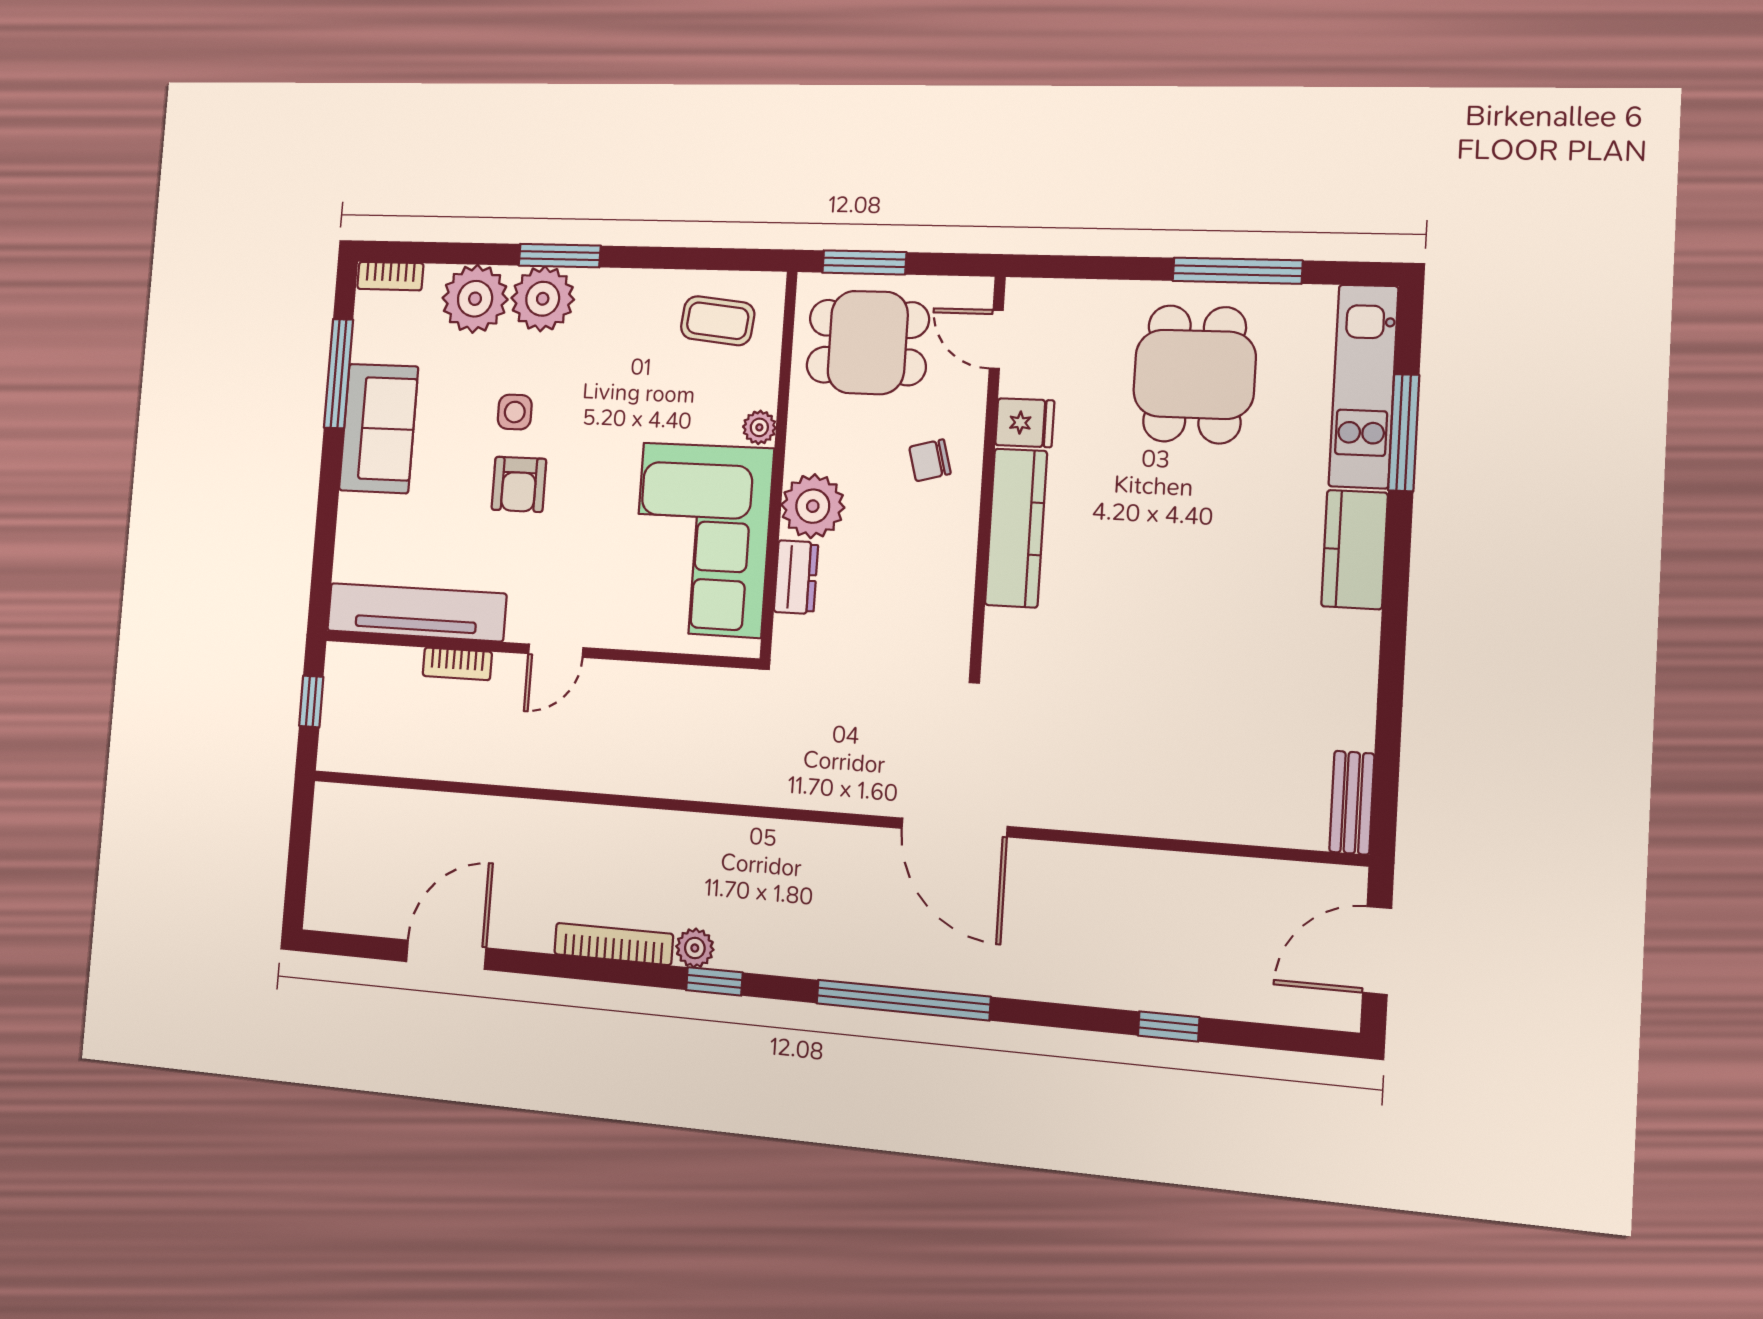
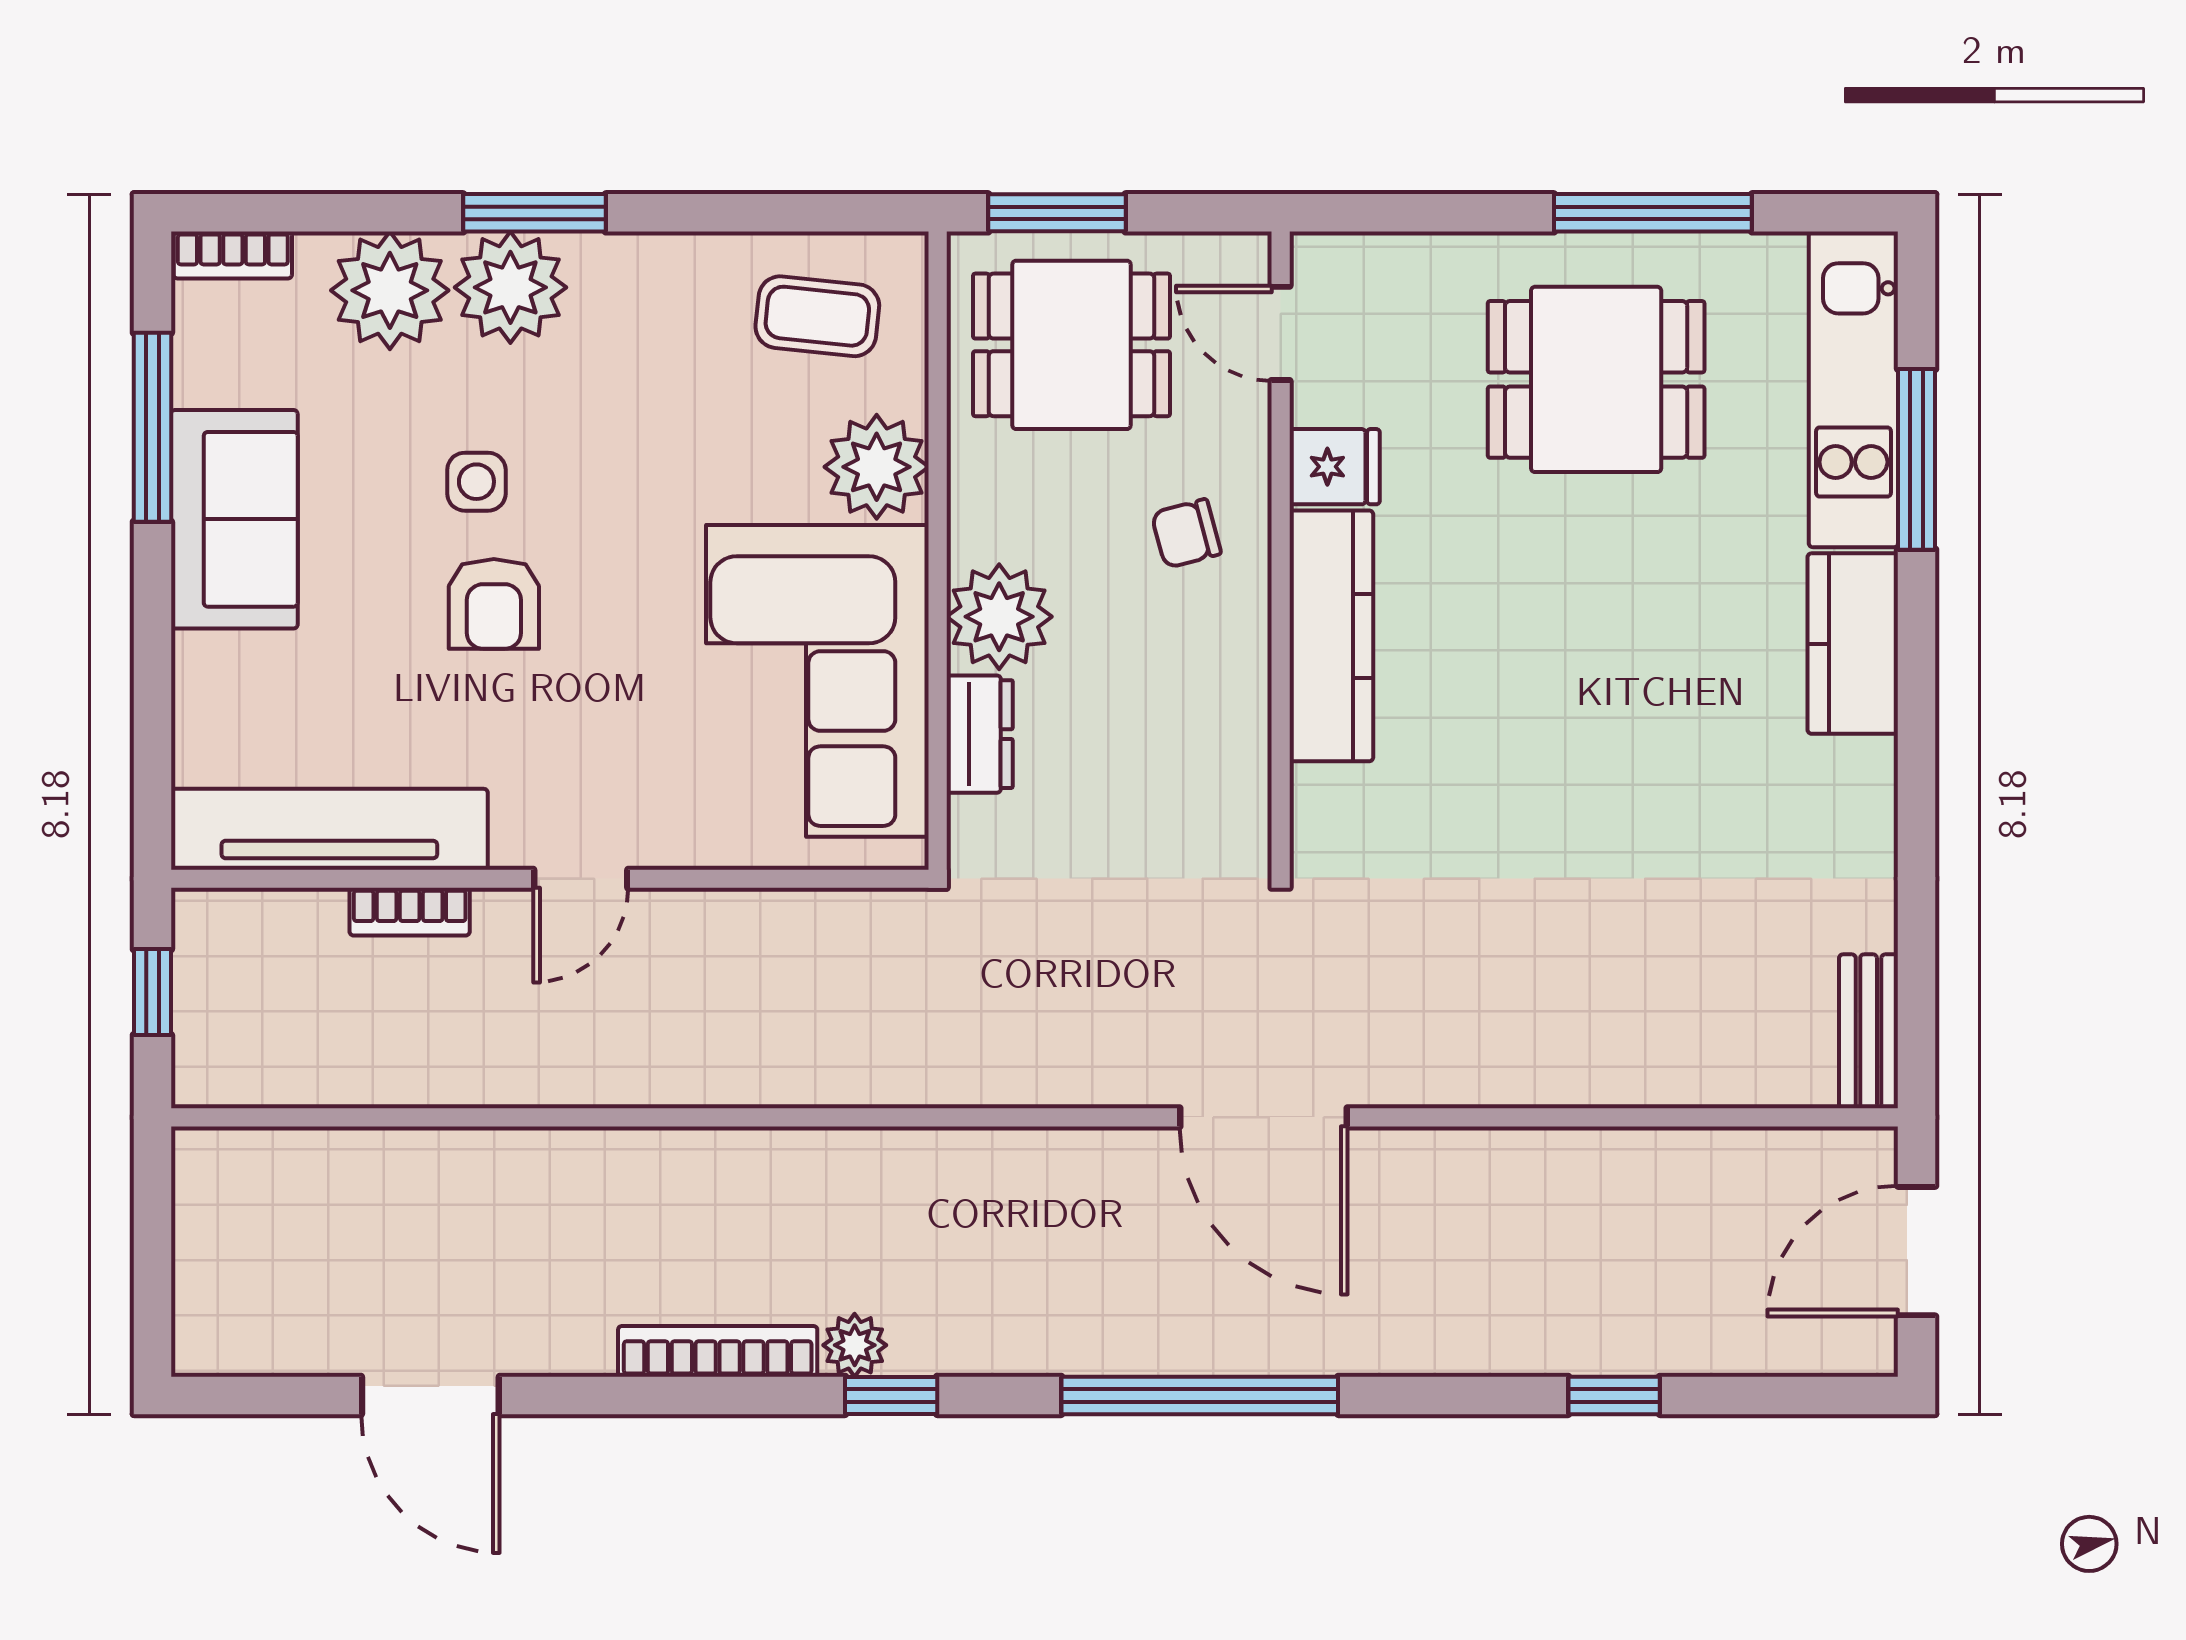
dining table: (1194, 374) -> (1596, 379), turned 90
plant: (759, 427) -> (877, 467), width x1.87, depth x1.87
door: (446, 955) -> (430, 1395), swing flipped

